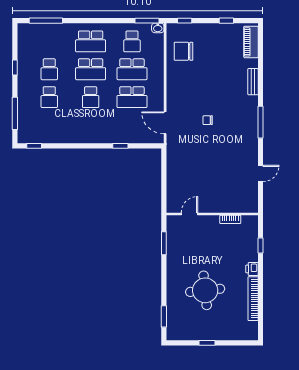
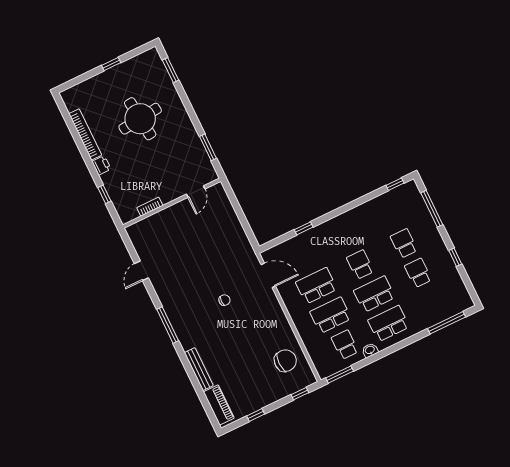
washbasin: (158, 28) -> (370, 350), moved
bench: (253, 82) -> (199, 369), width x1.36

